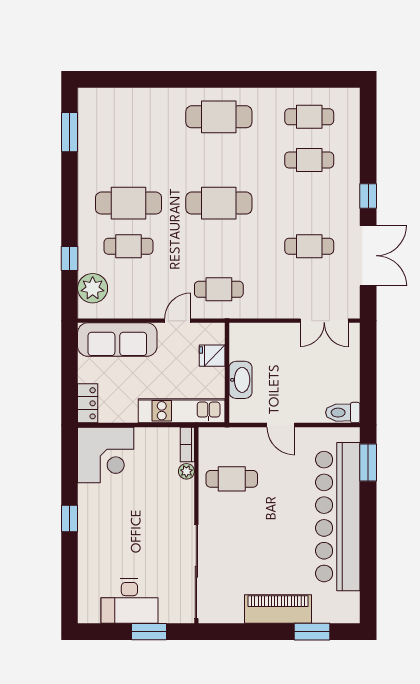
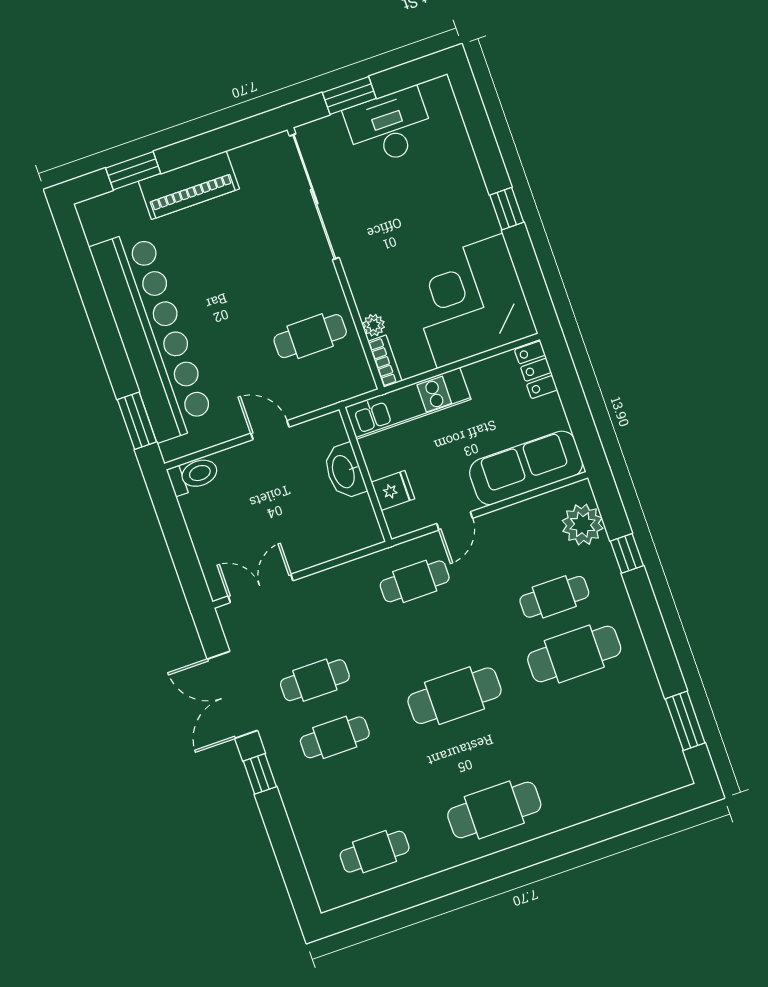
cafe table: (309, 160) -> (335, 737), moved
corner desk: (106, 455) -> (470, 301), width x1.36, depth x1.36

